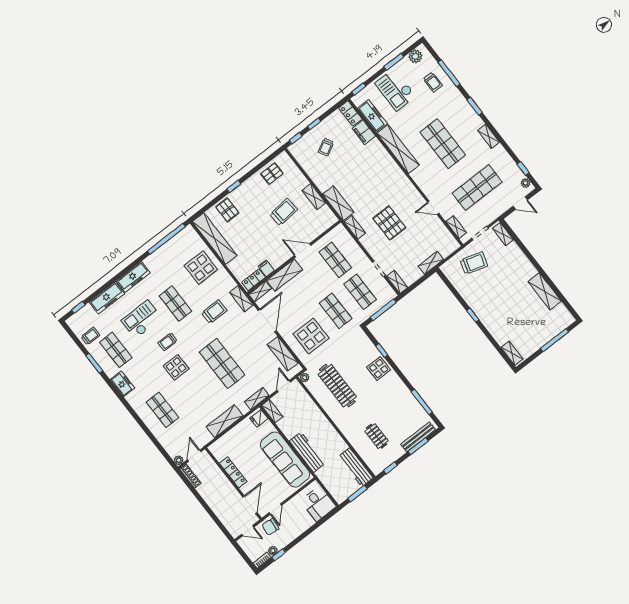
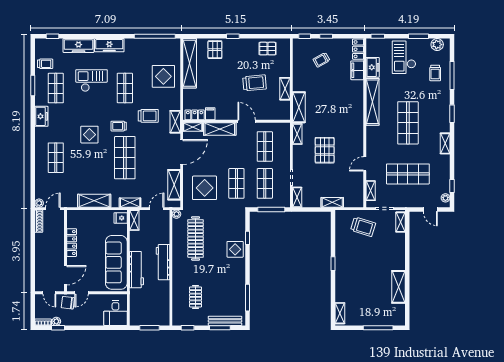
freezer: (372, 116) -> (373, 67), width x0.71
door: (433, 208) -> (365, 164), hinge flipped
trolley: (168, 342) -> (119, 126), moved
workbench: (356, 467) -> (163, 262), moved

